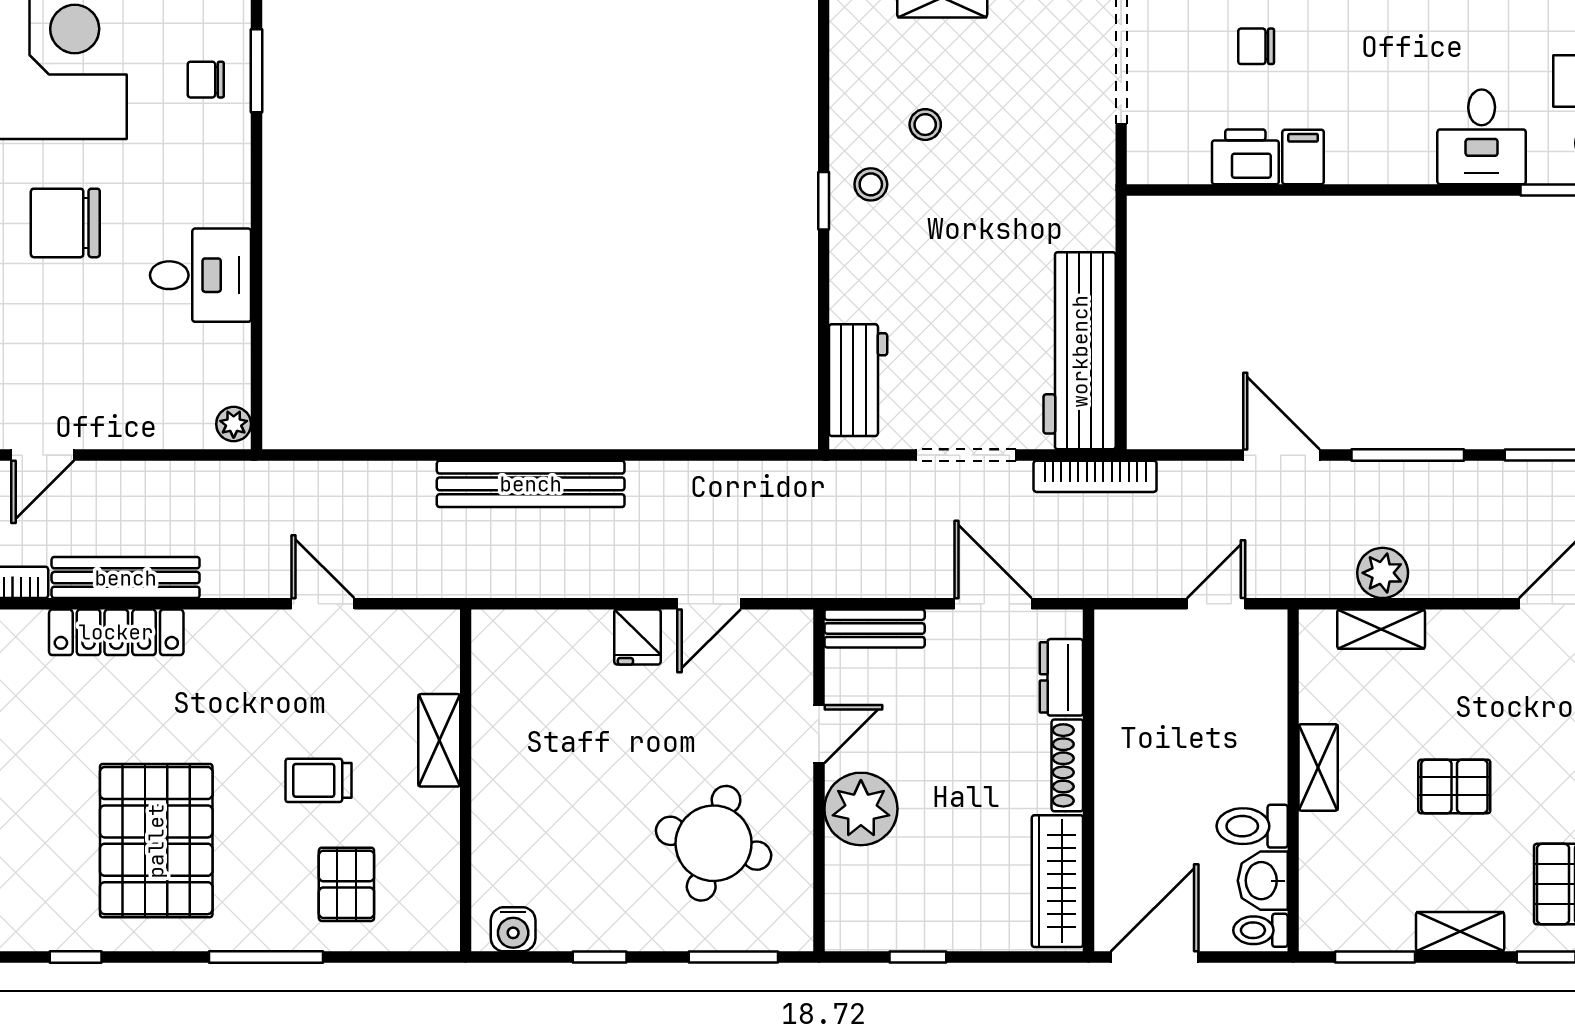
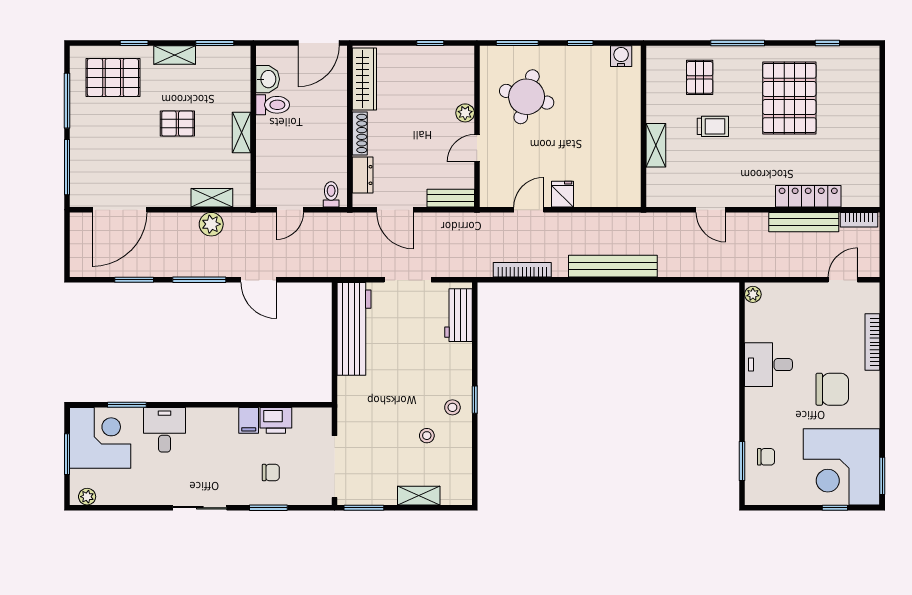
bookcase: (1095, 476) -> (522, 270), moved
plant: (861, 809) -> (465, 113), width x0.53, depth x0.53
toilet: (1260, 930) -> (331, 194), moved, turned -90

